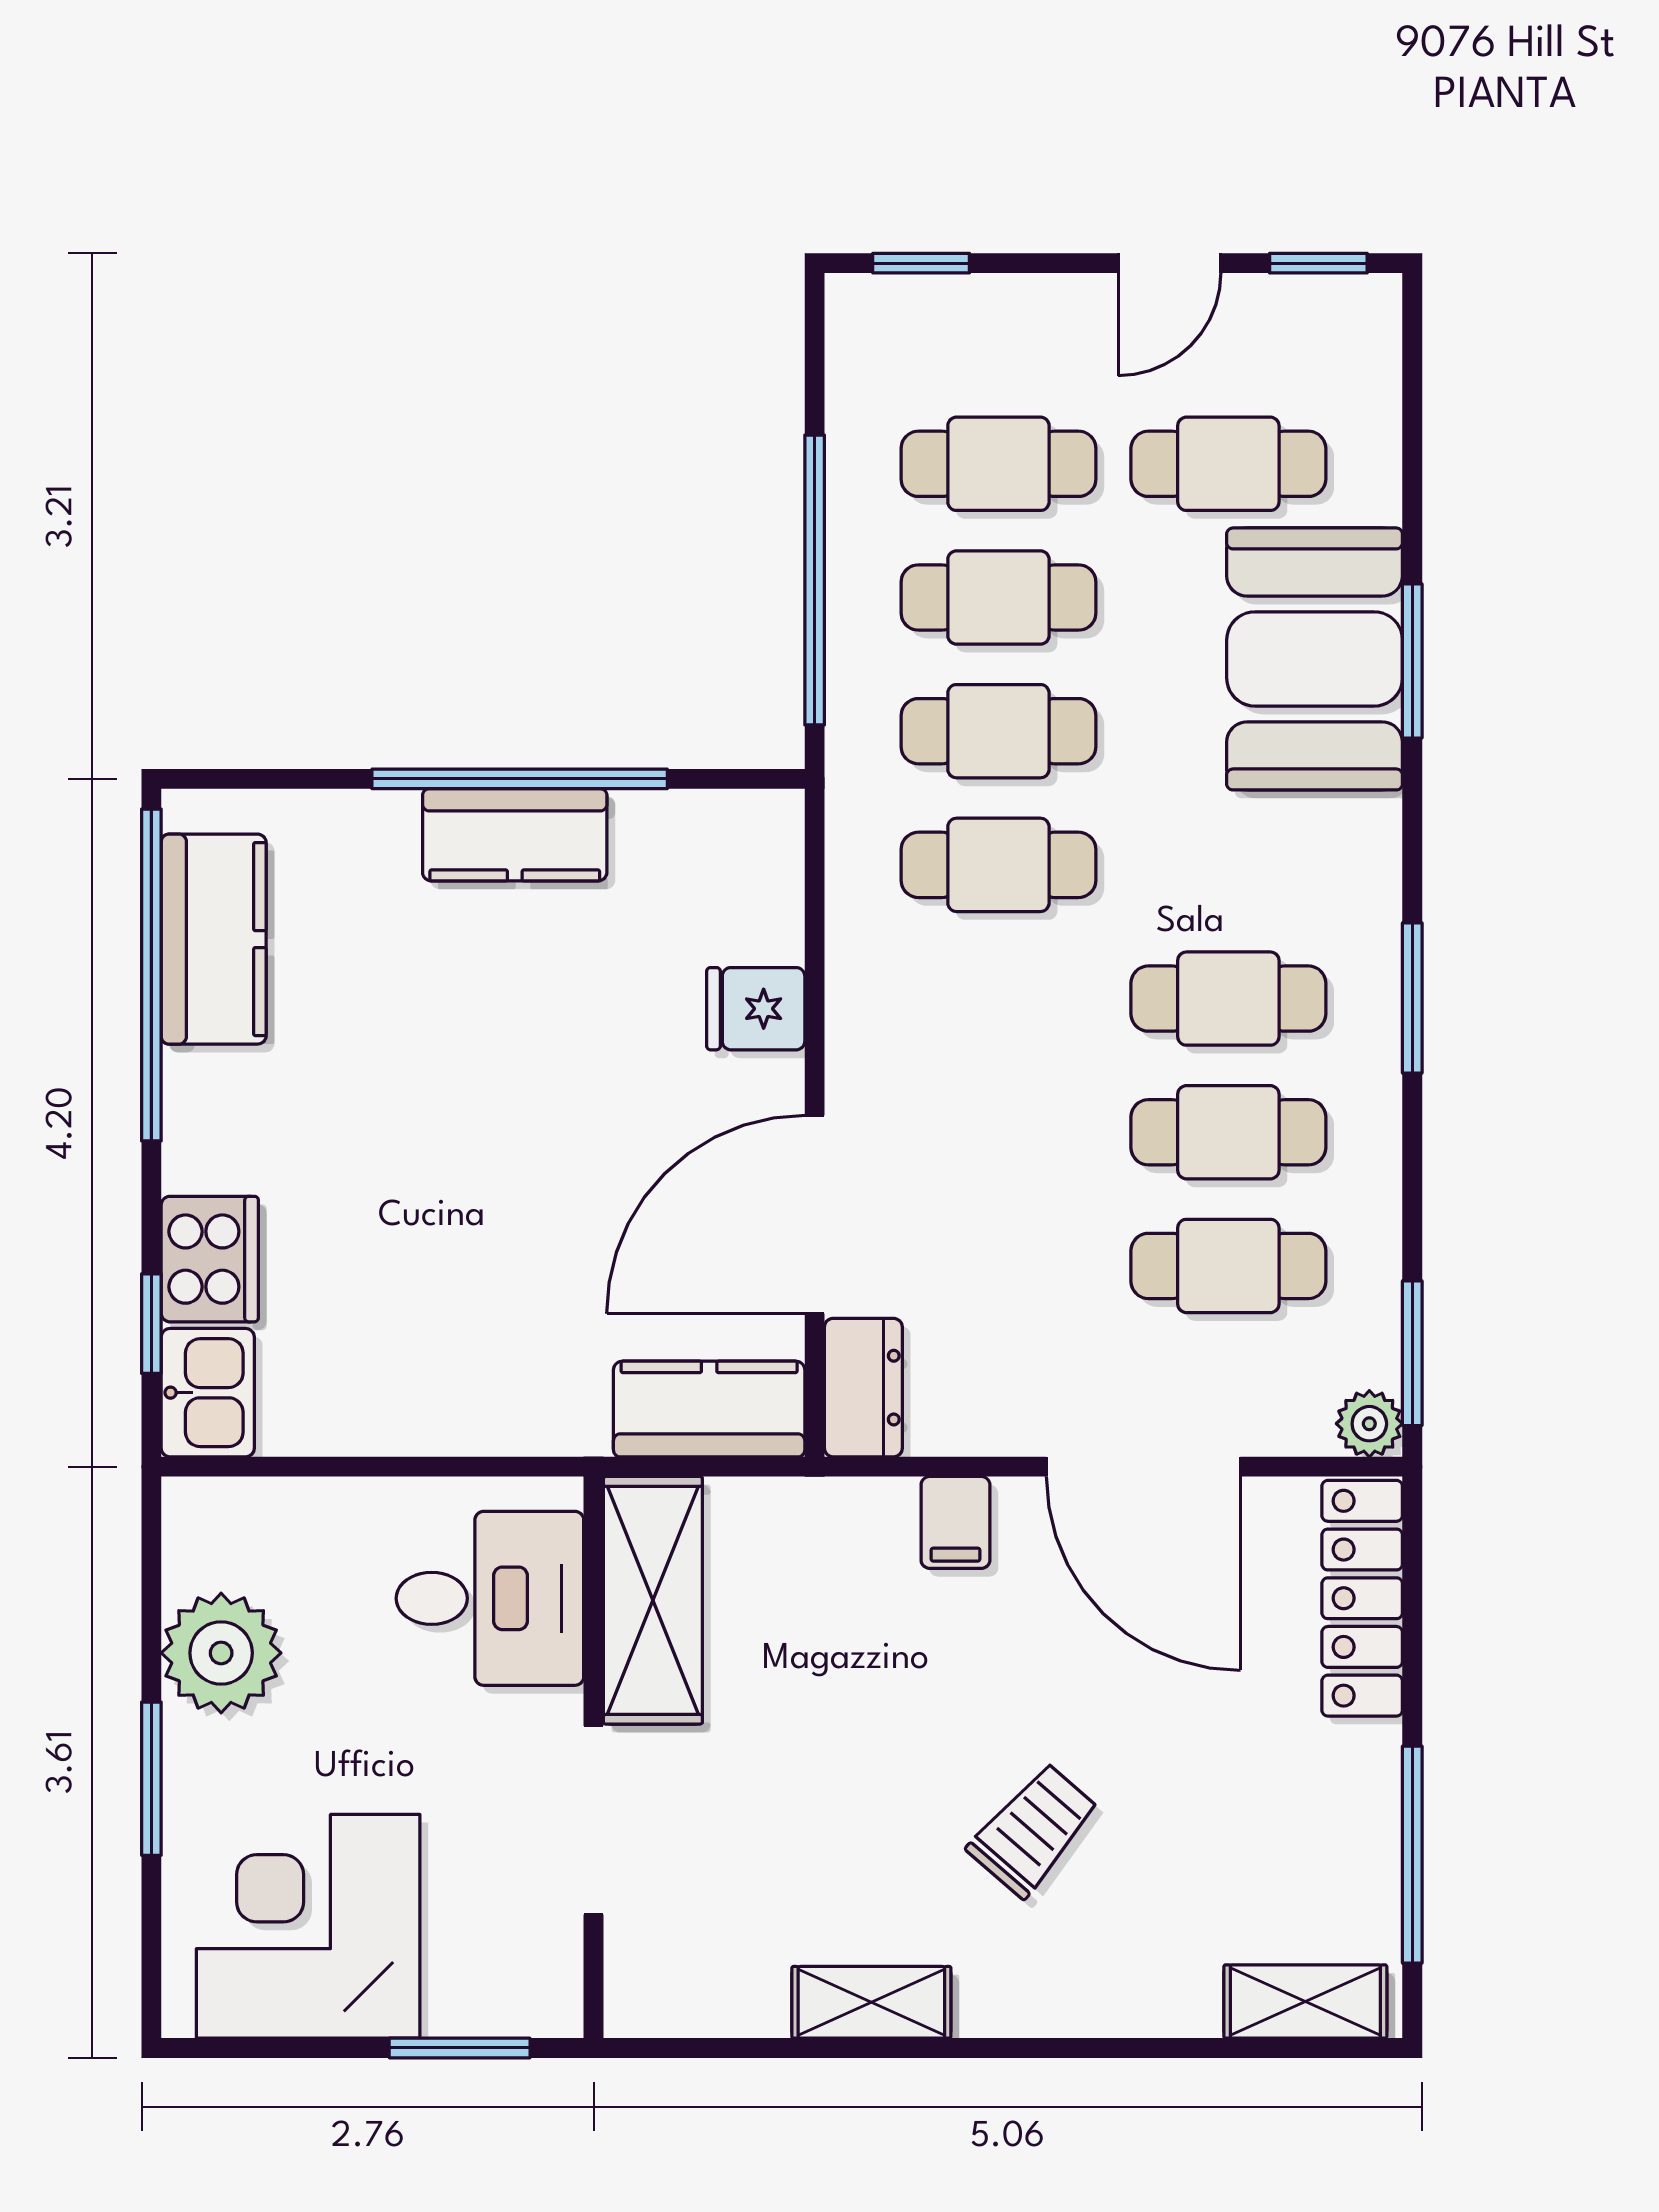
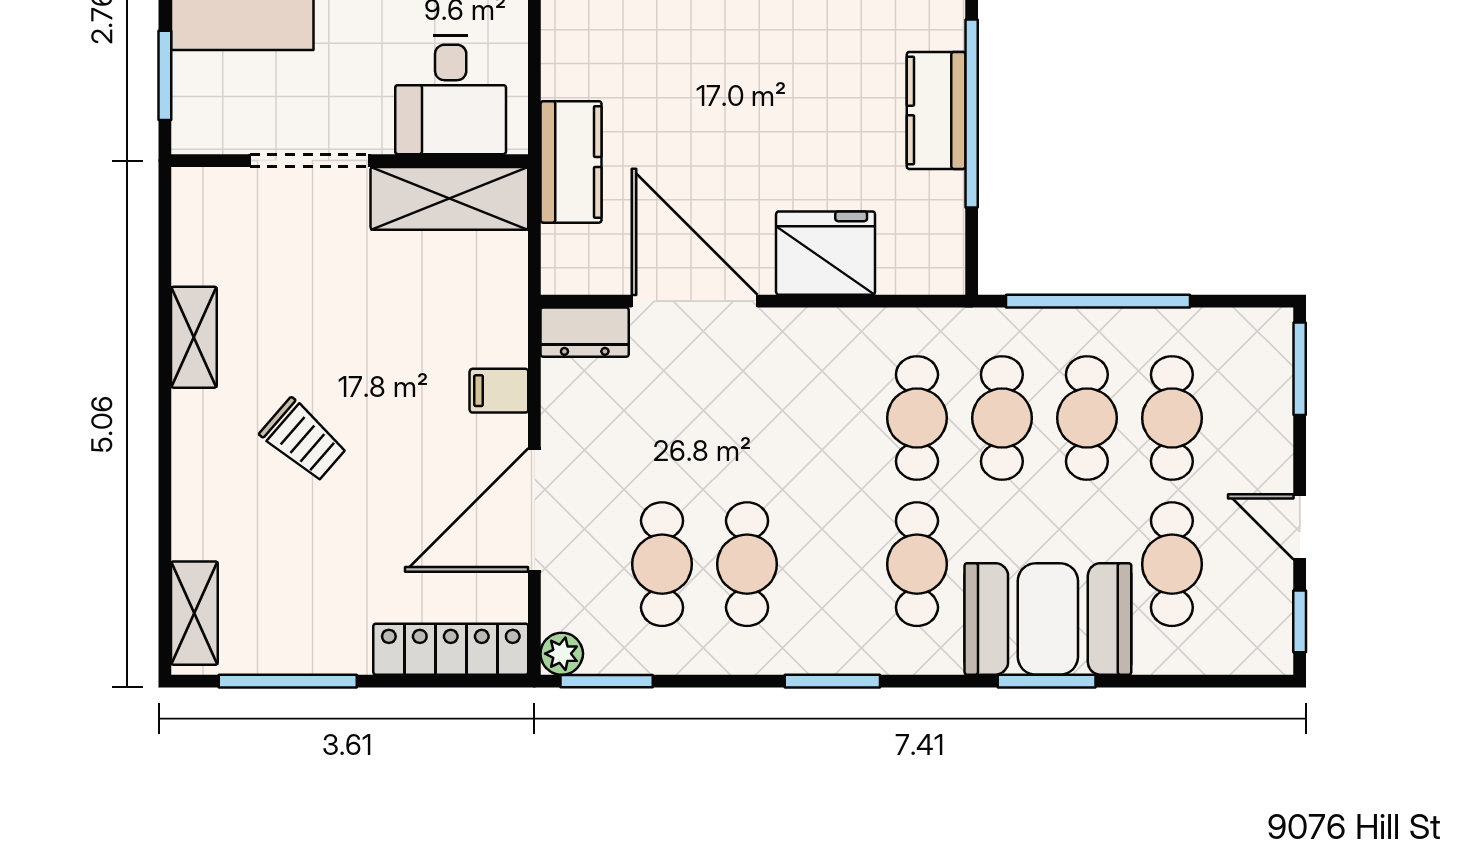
window: (921, 263) -> (1300, 369), width x1.50
cafe table: (1228, 999) -> (917, 564), moved
fridge: (756, 1009) -> (826, 253), width x1.88, depth x1.34
kitchen counter: (709, 1409) -> (571, 162), moved

